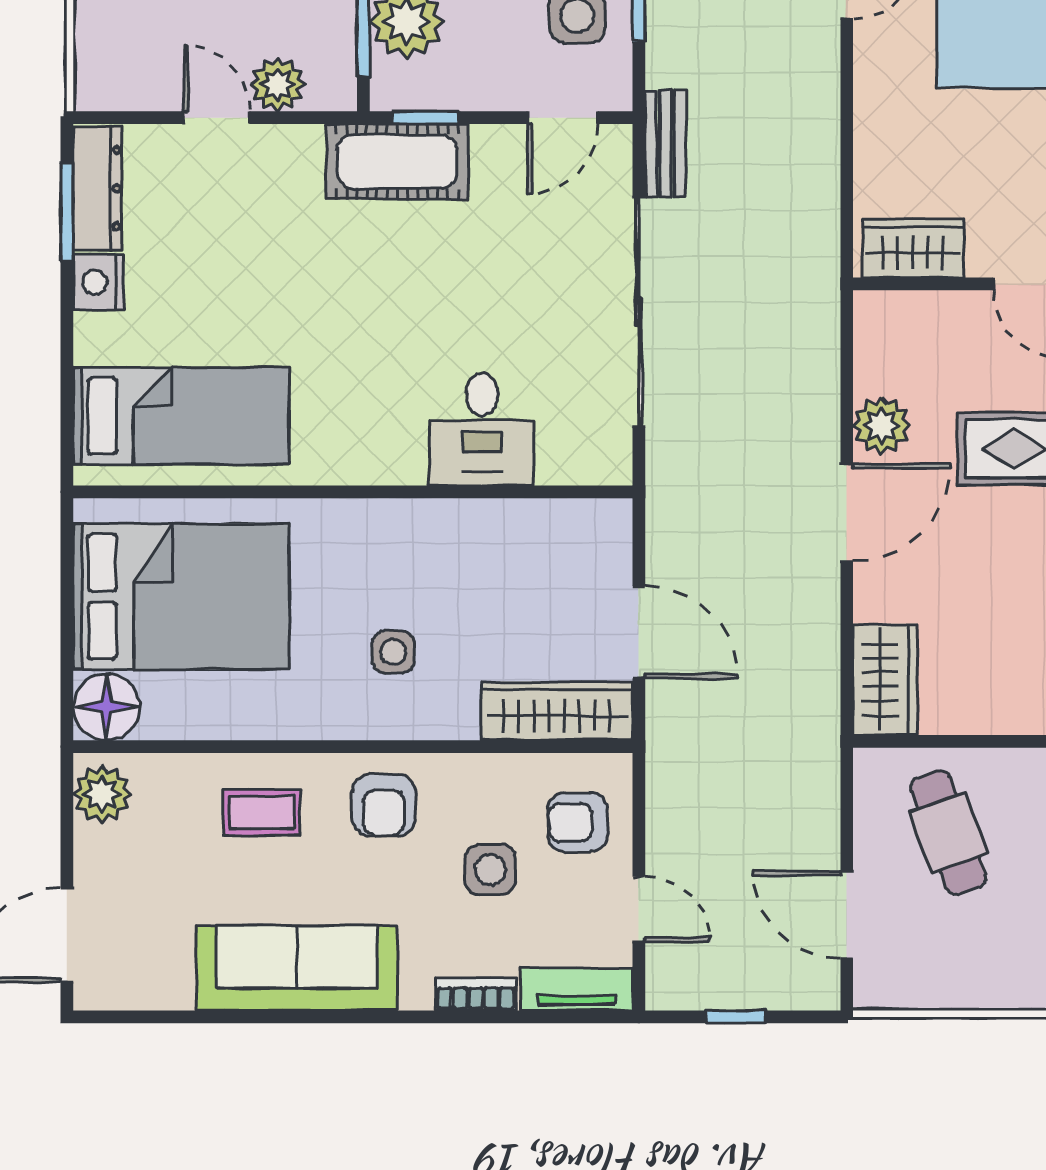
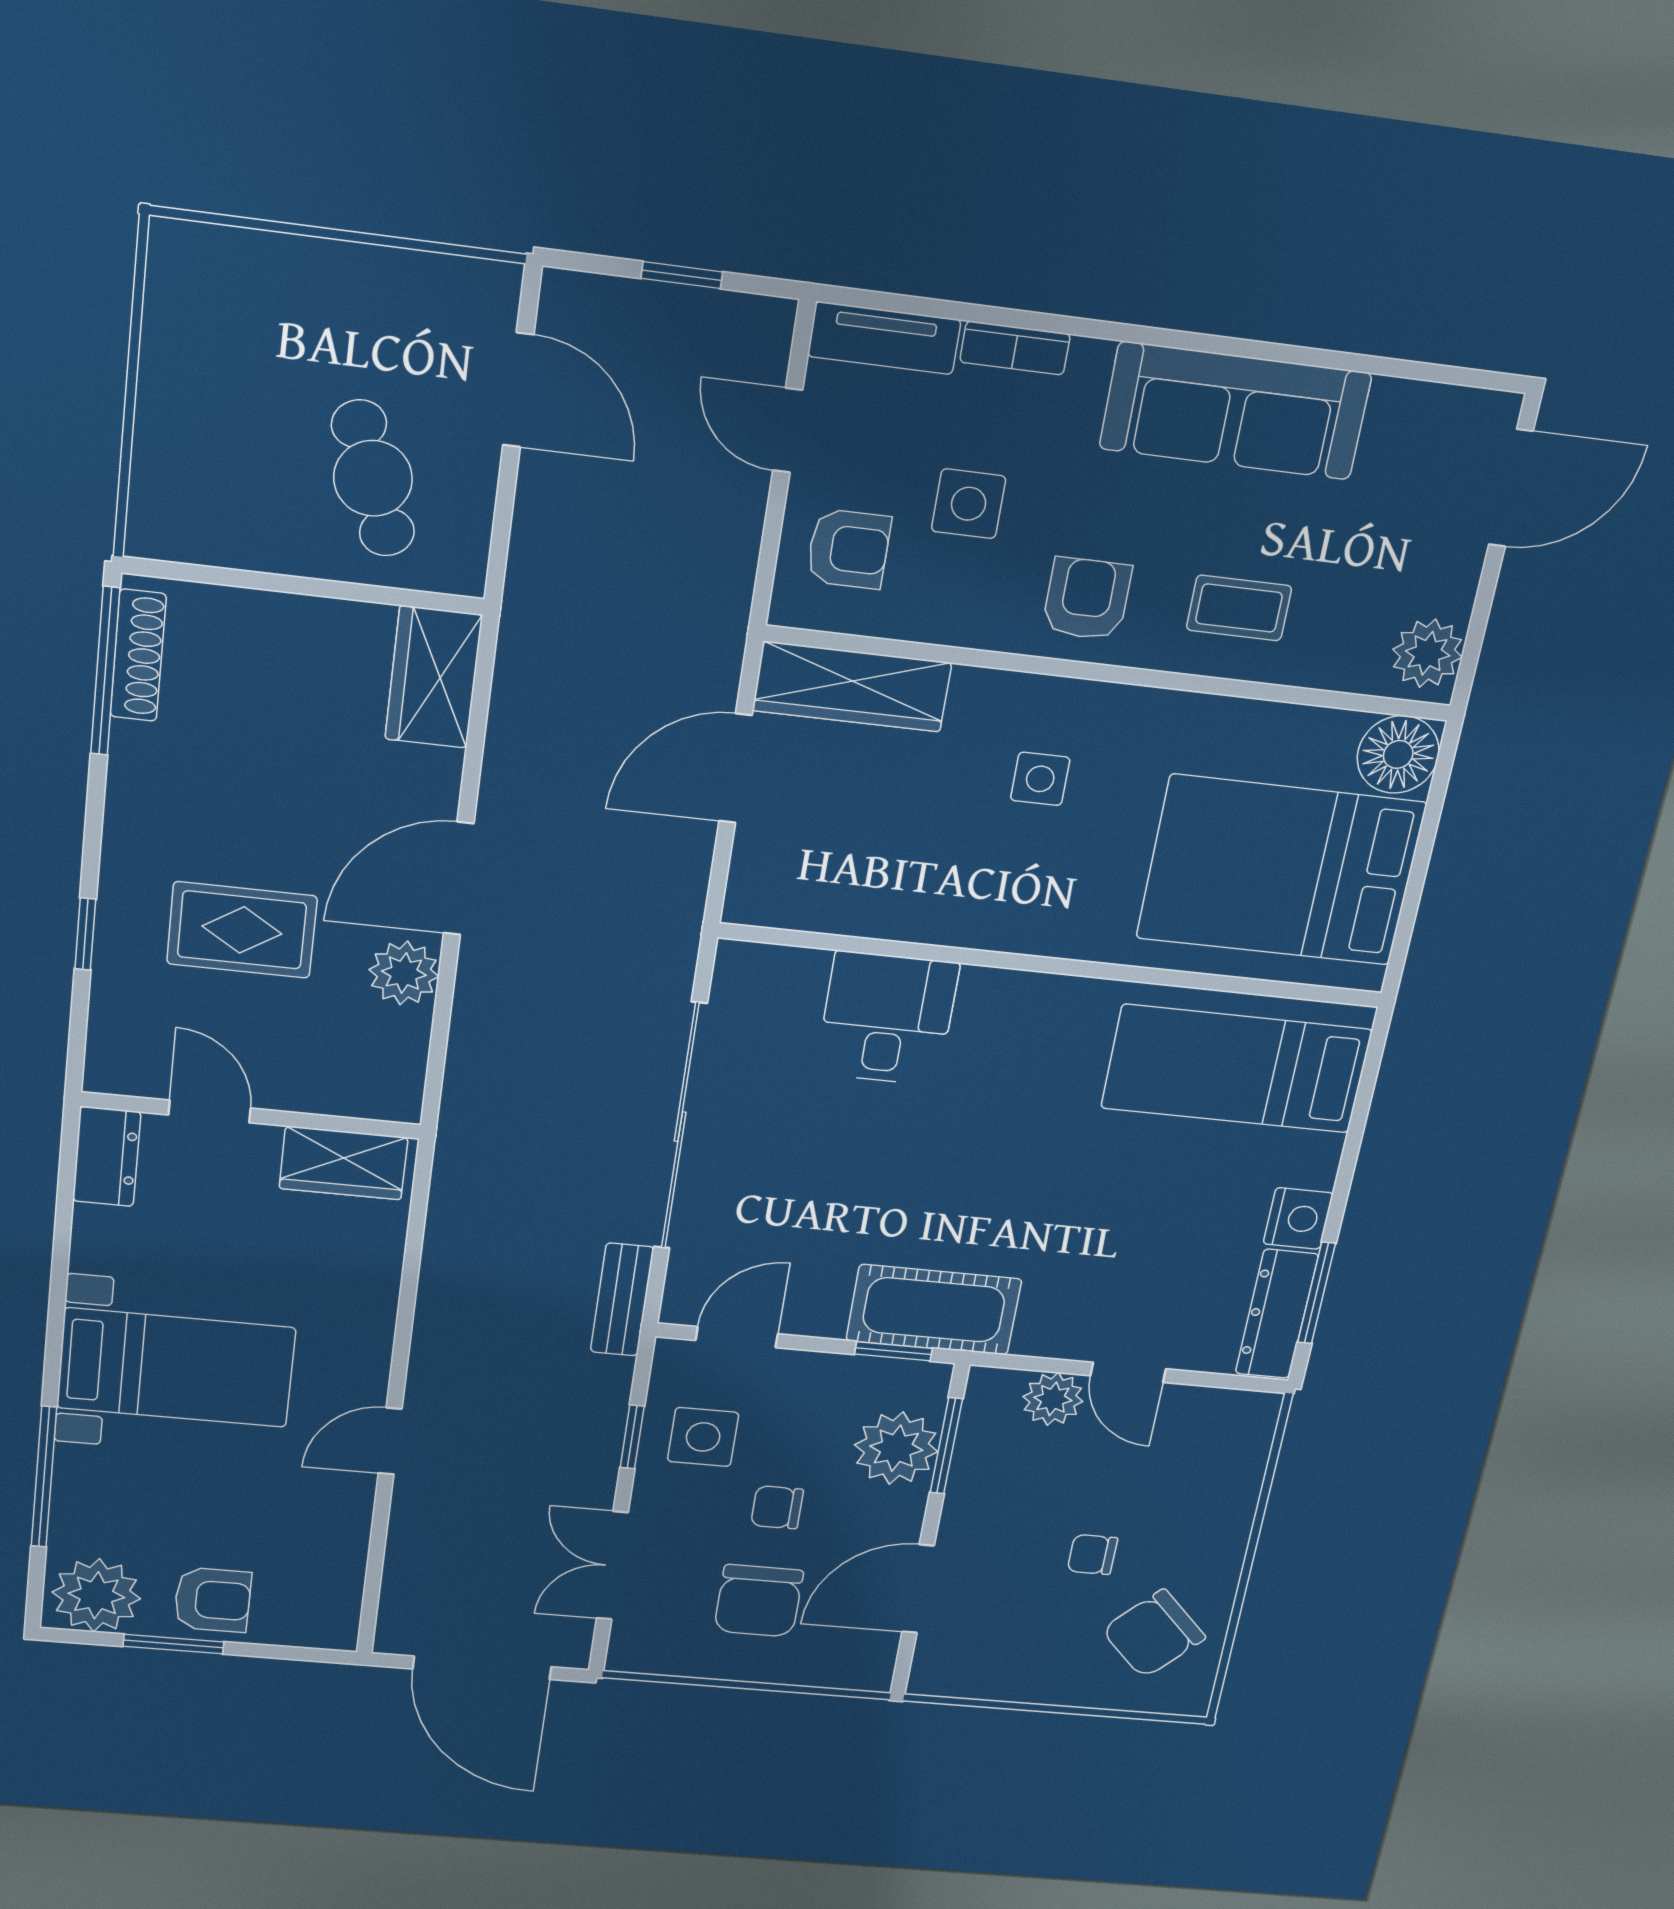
door: (639, 632) -> (735, 768), hinge flipped

